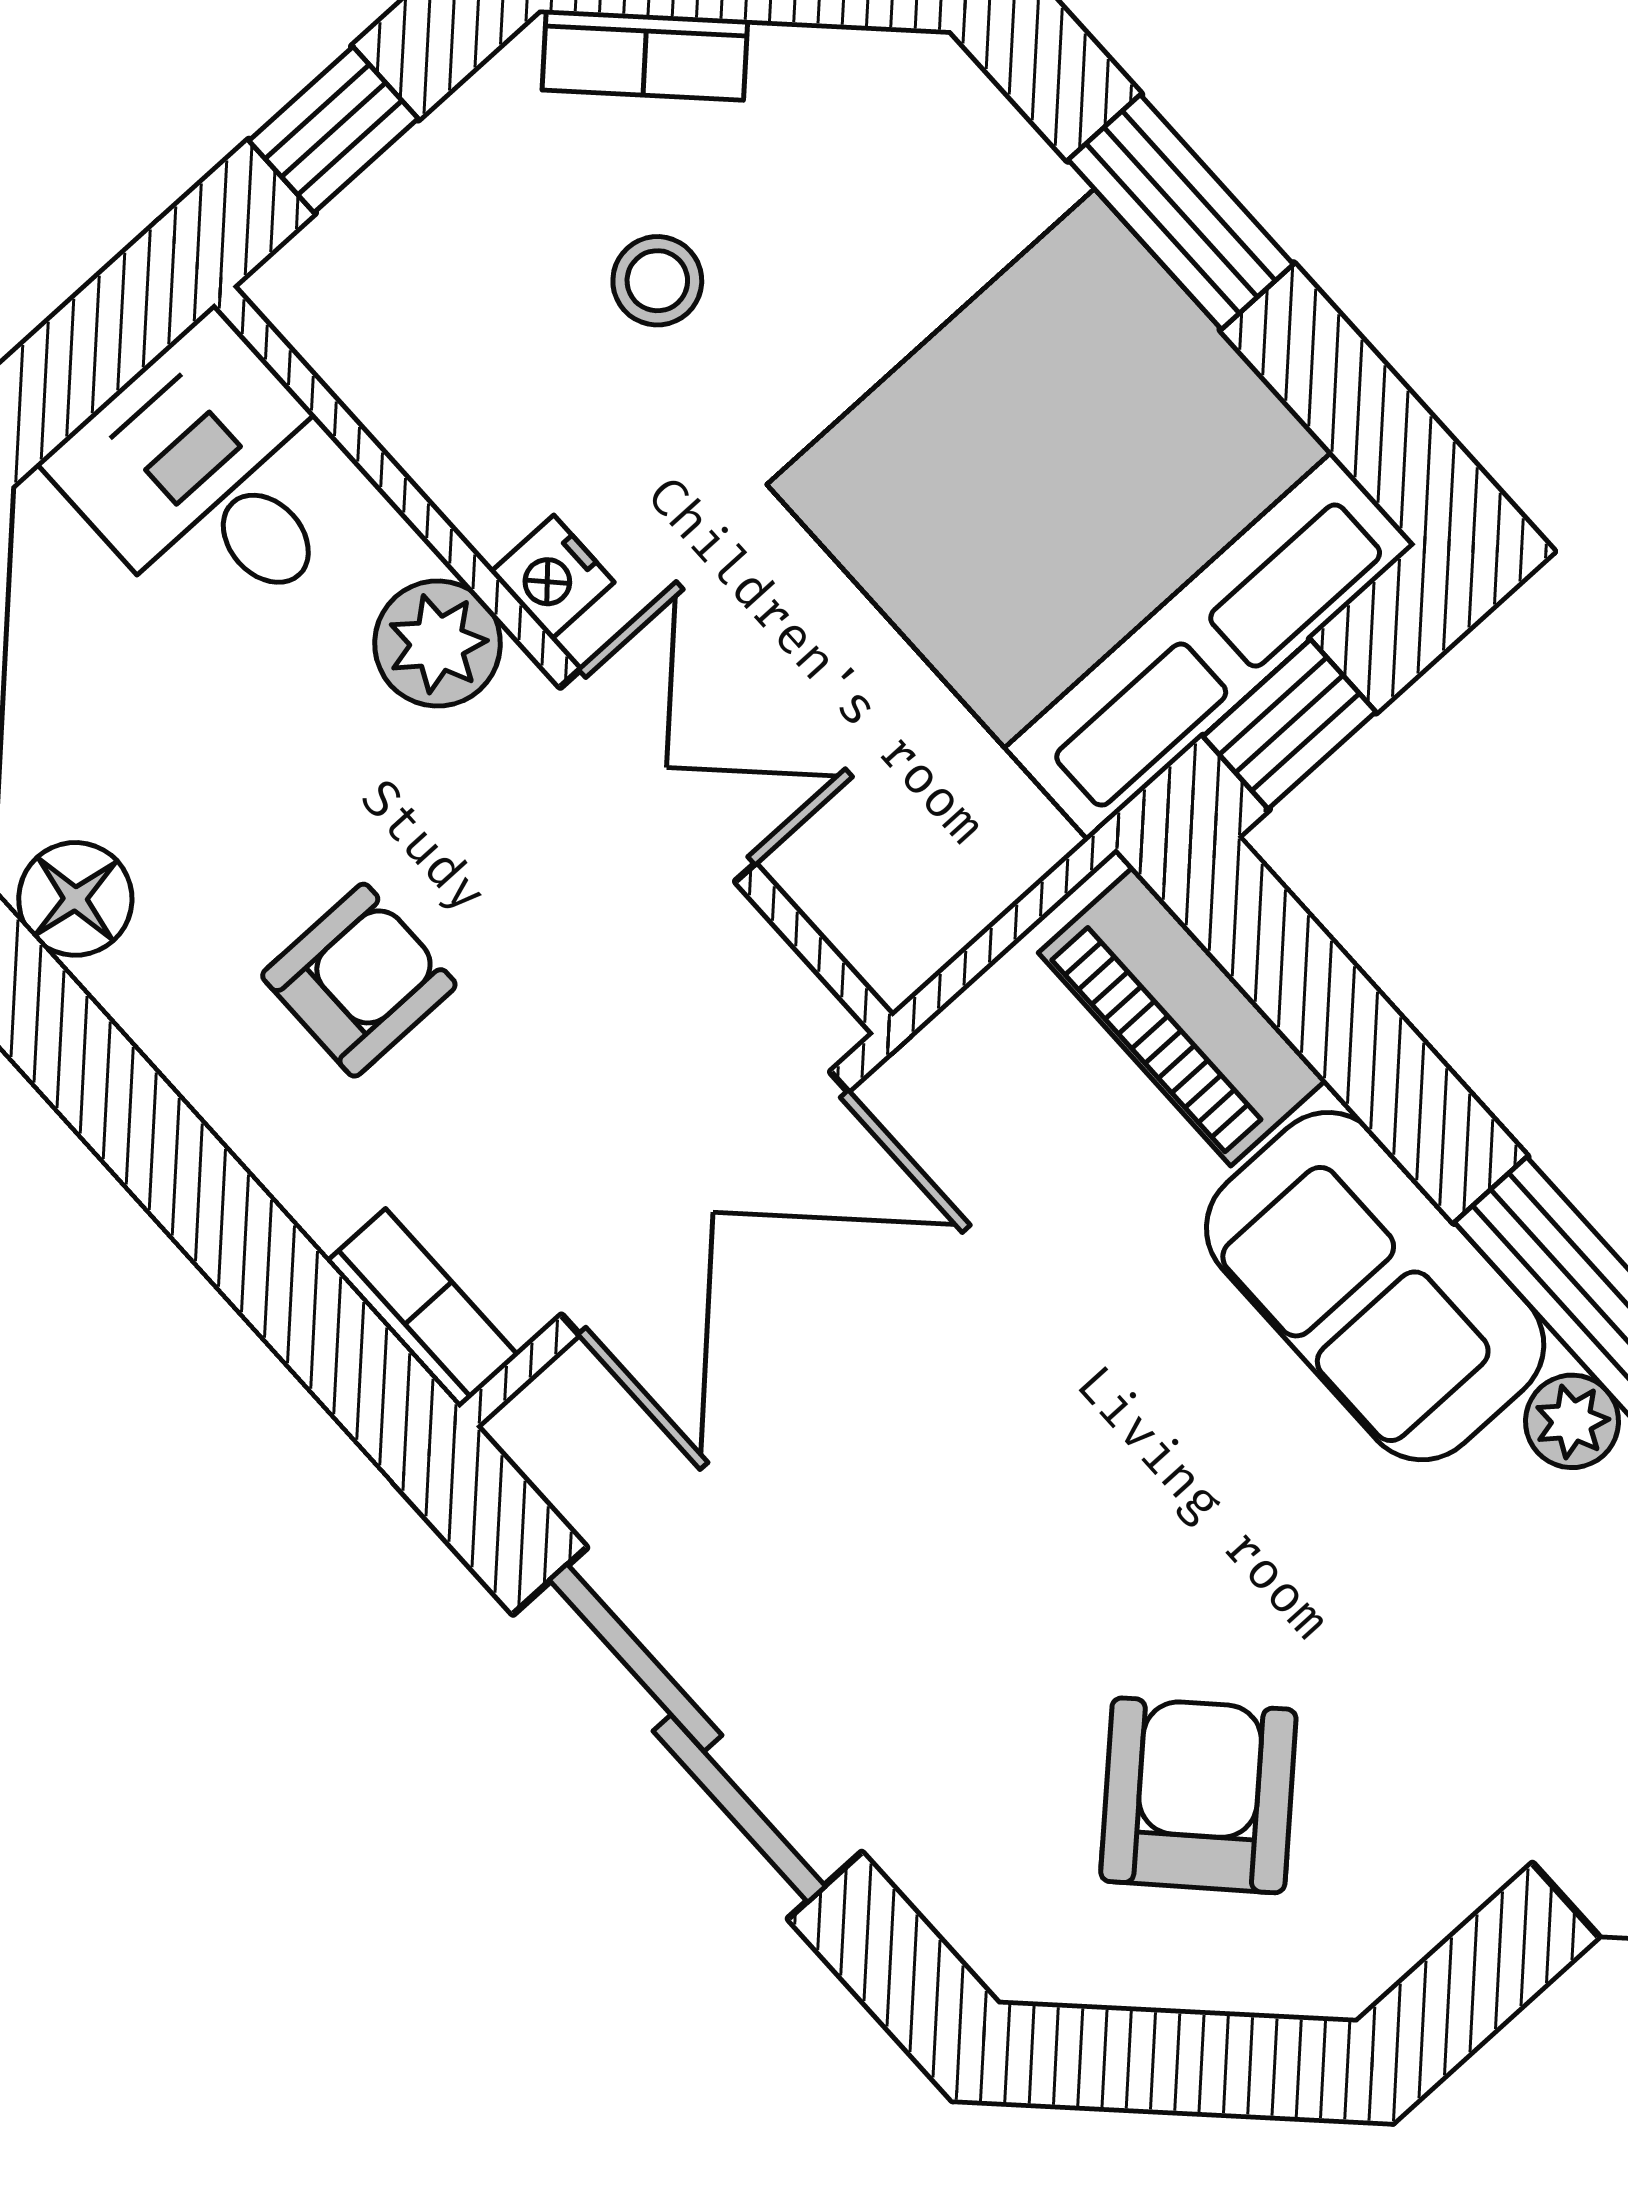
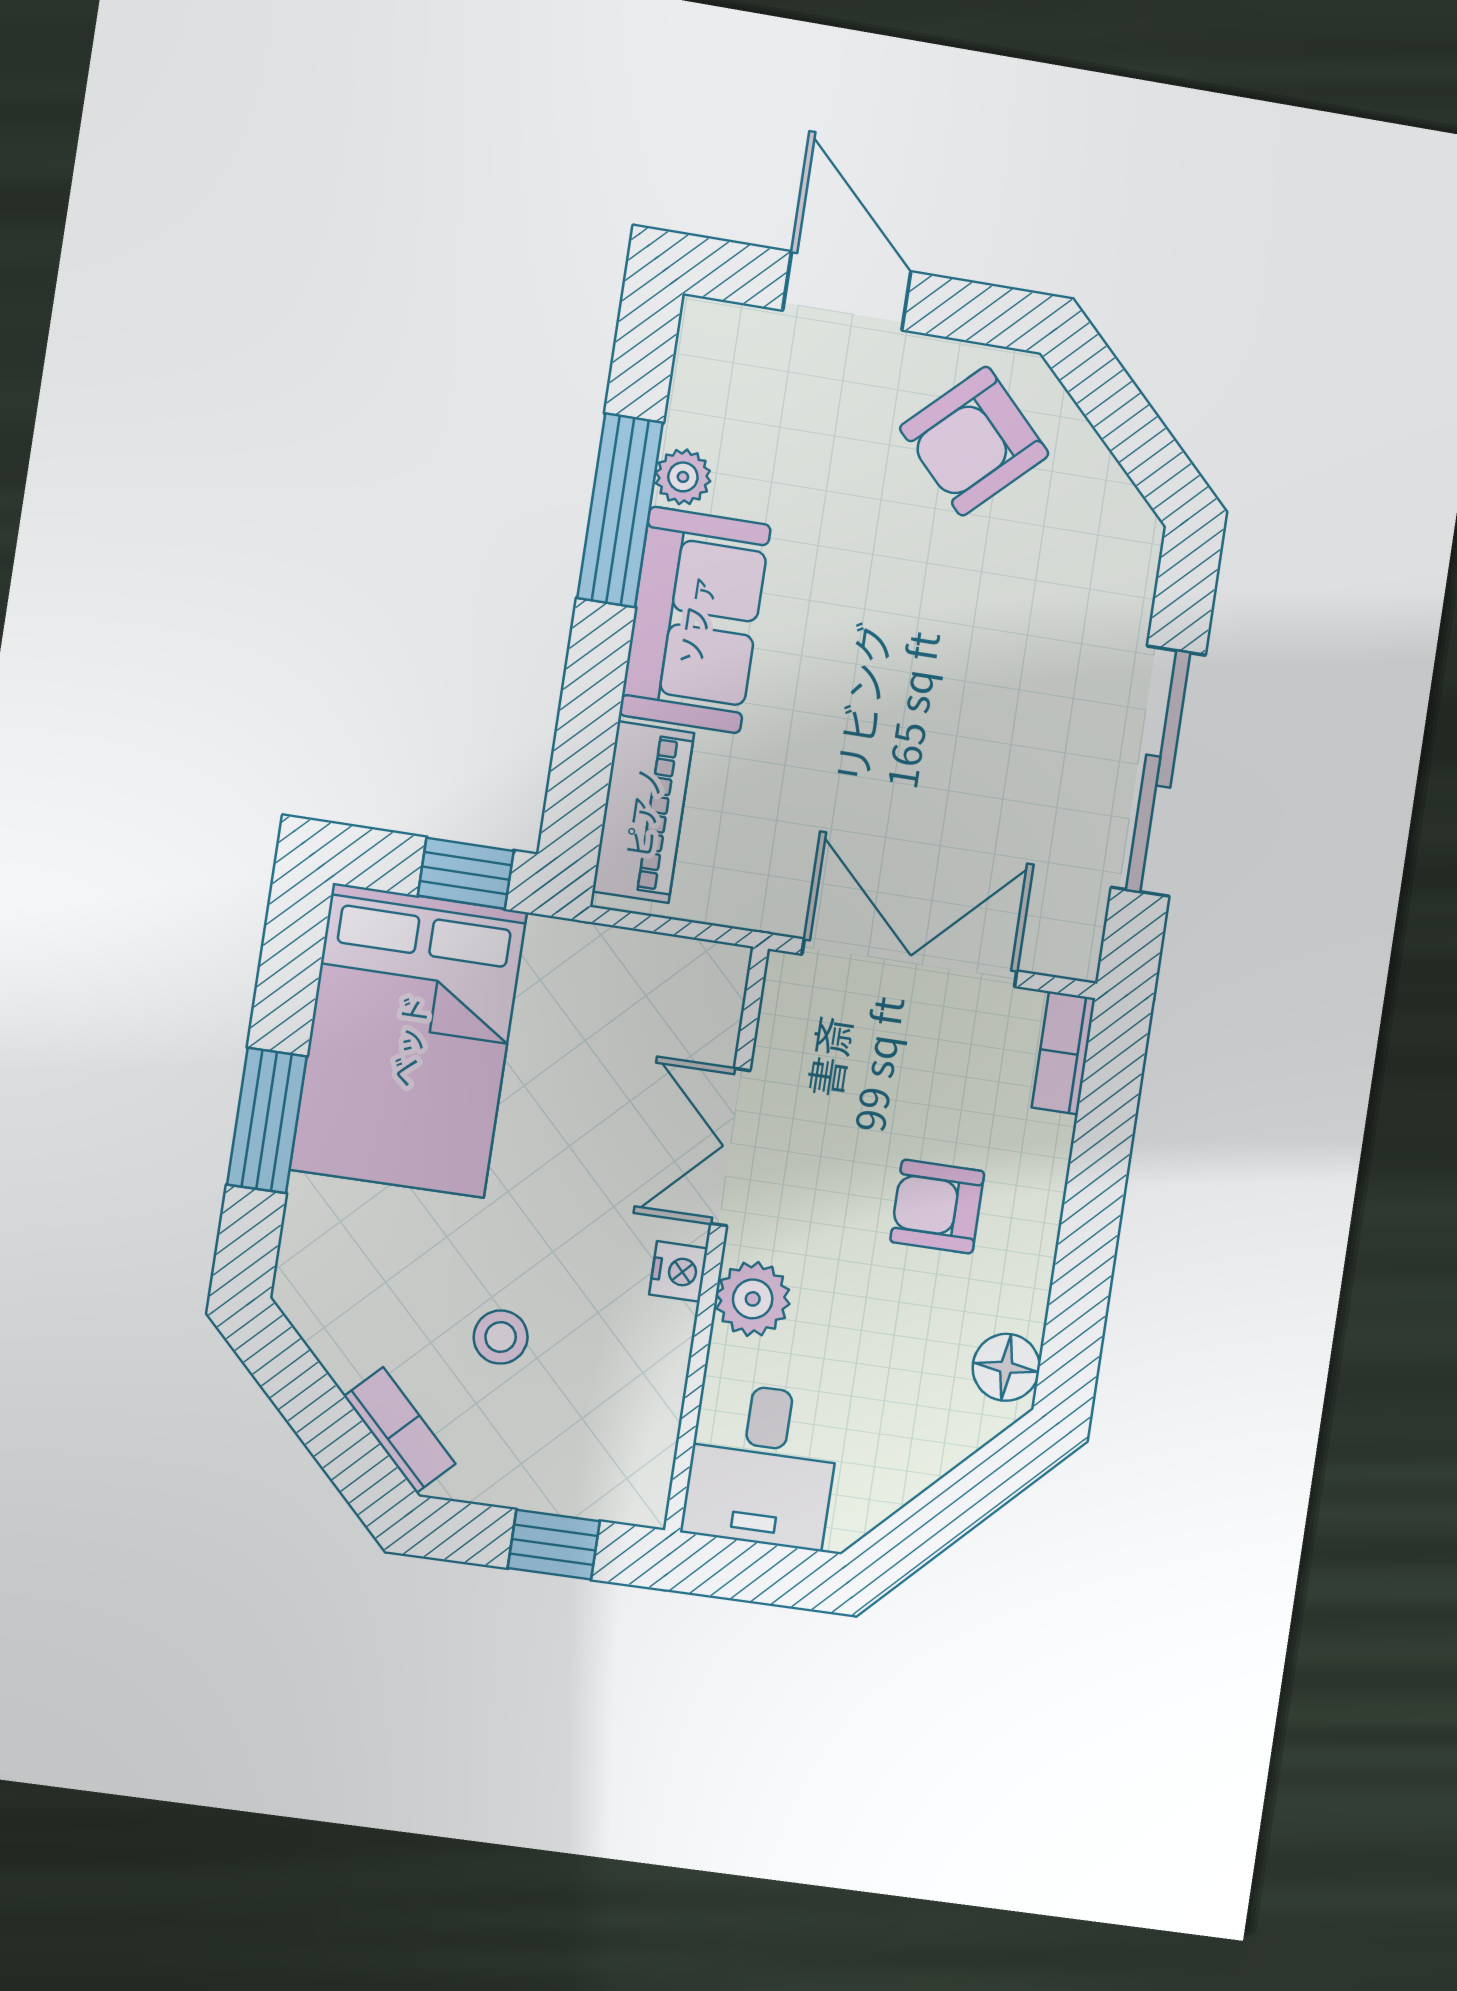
bed: (1091, 514) -> (408, 1041), width x0.73
armchair: (1198, 1795) -> (974, 441), moved

